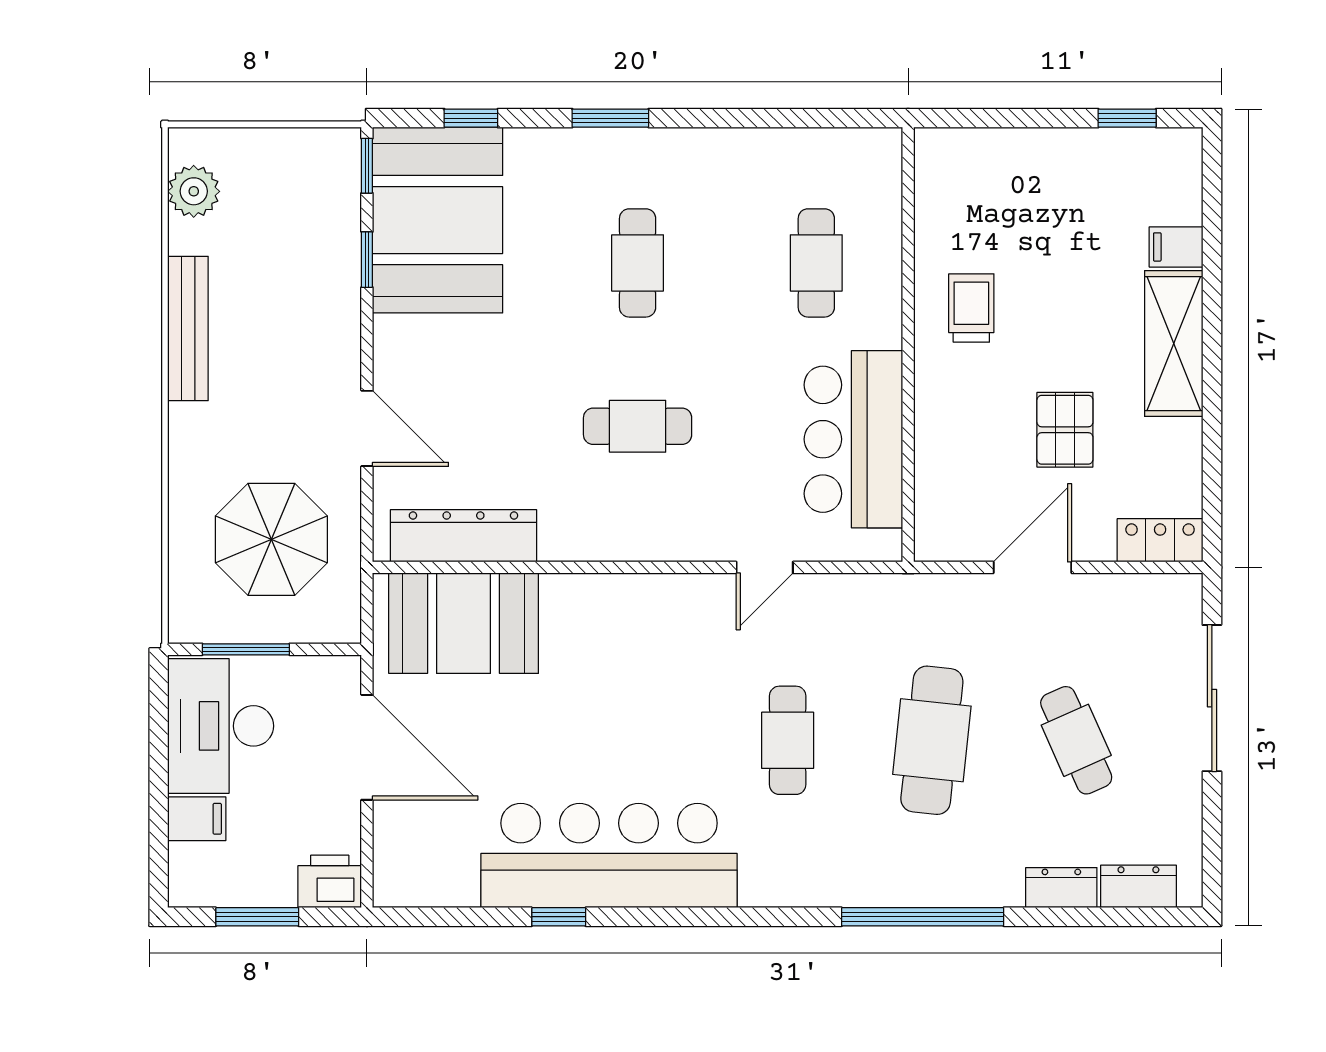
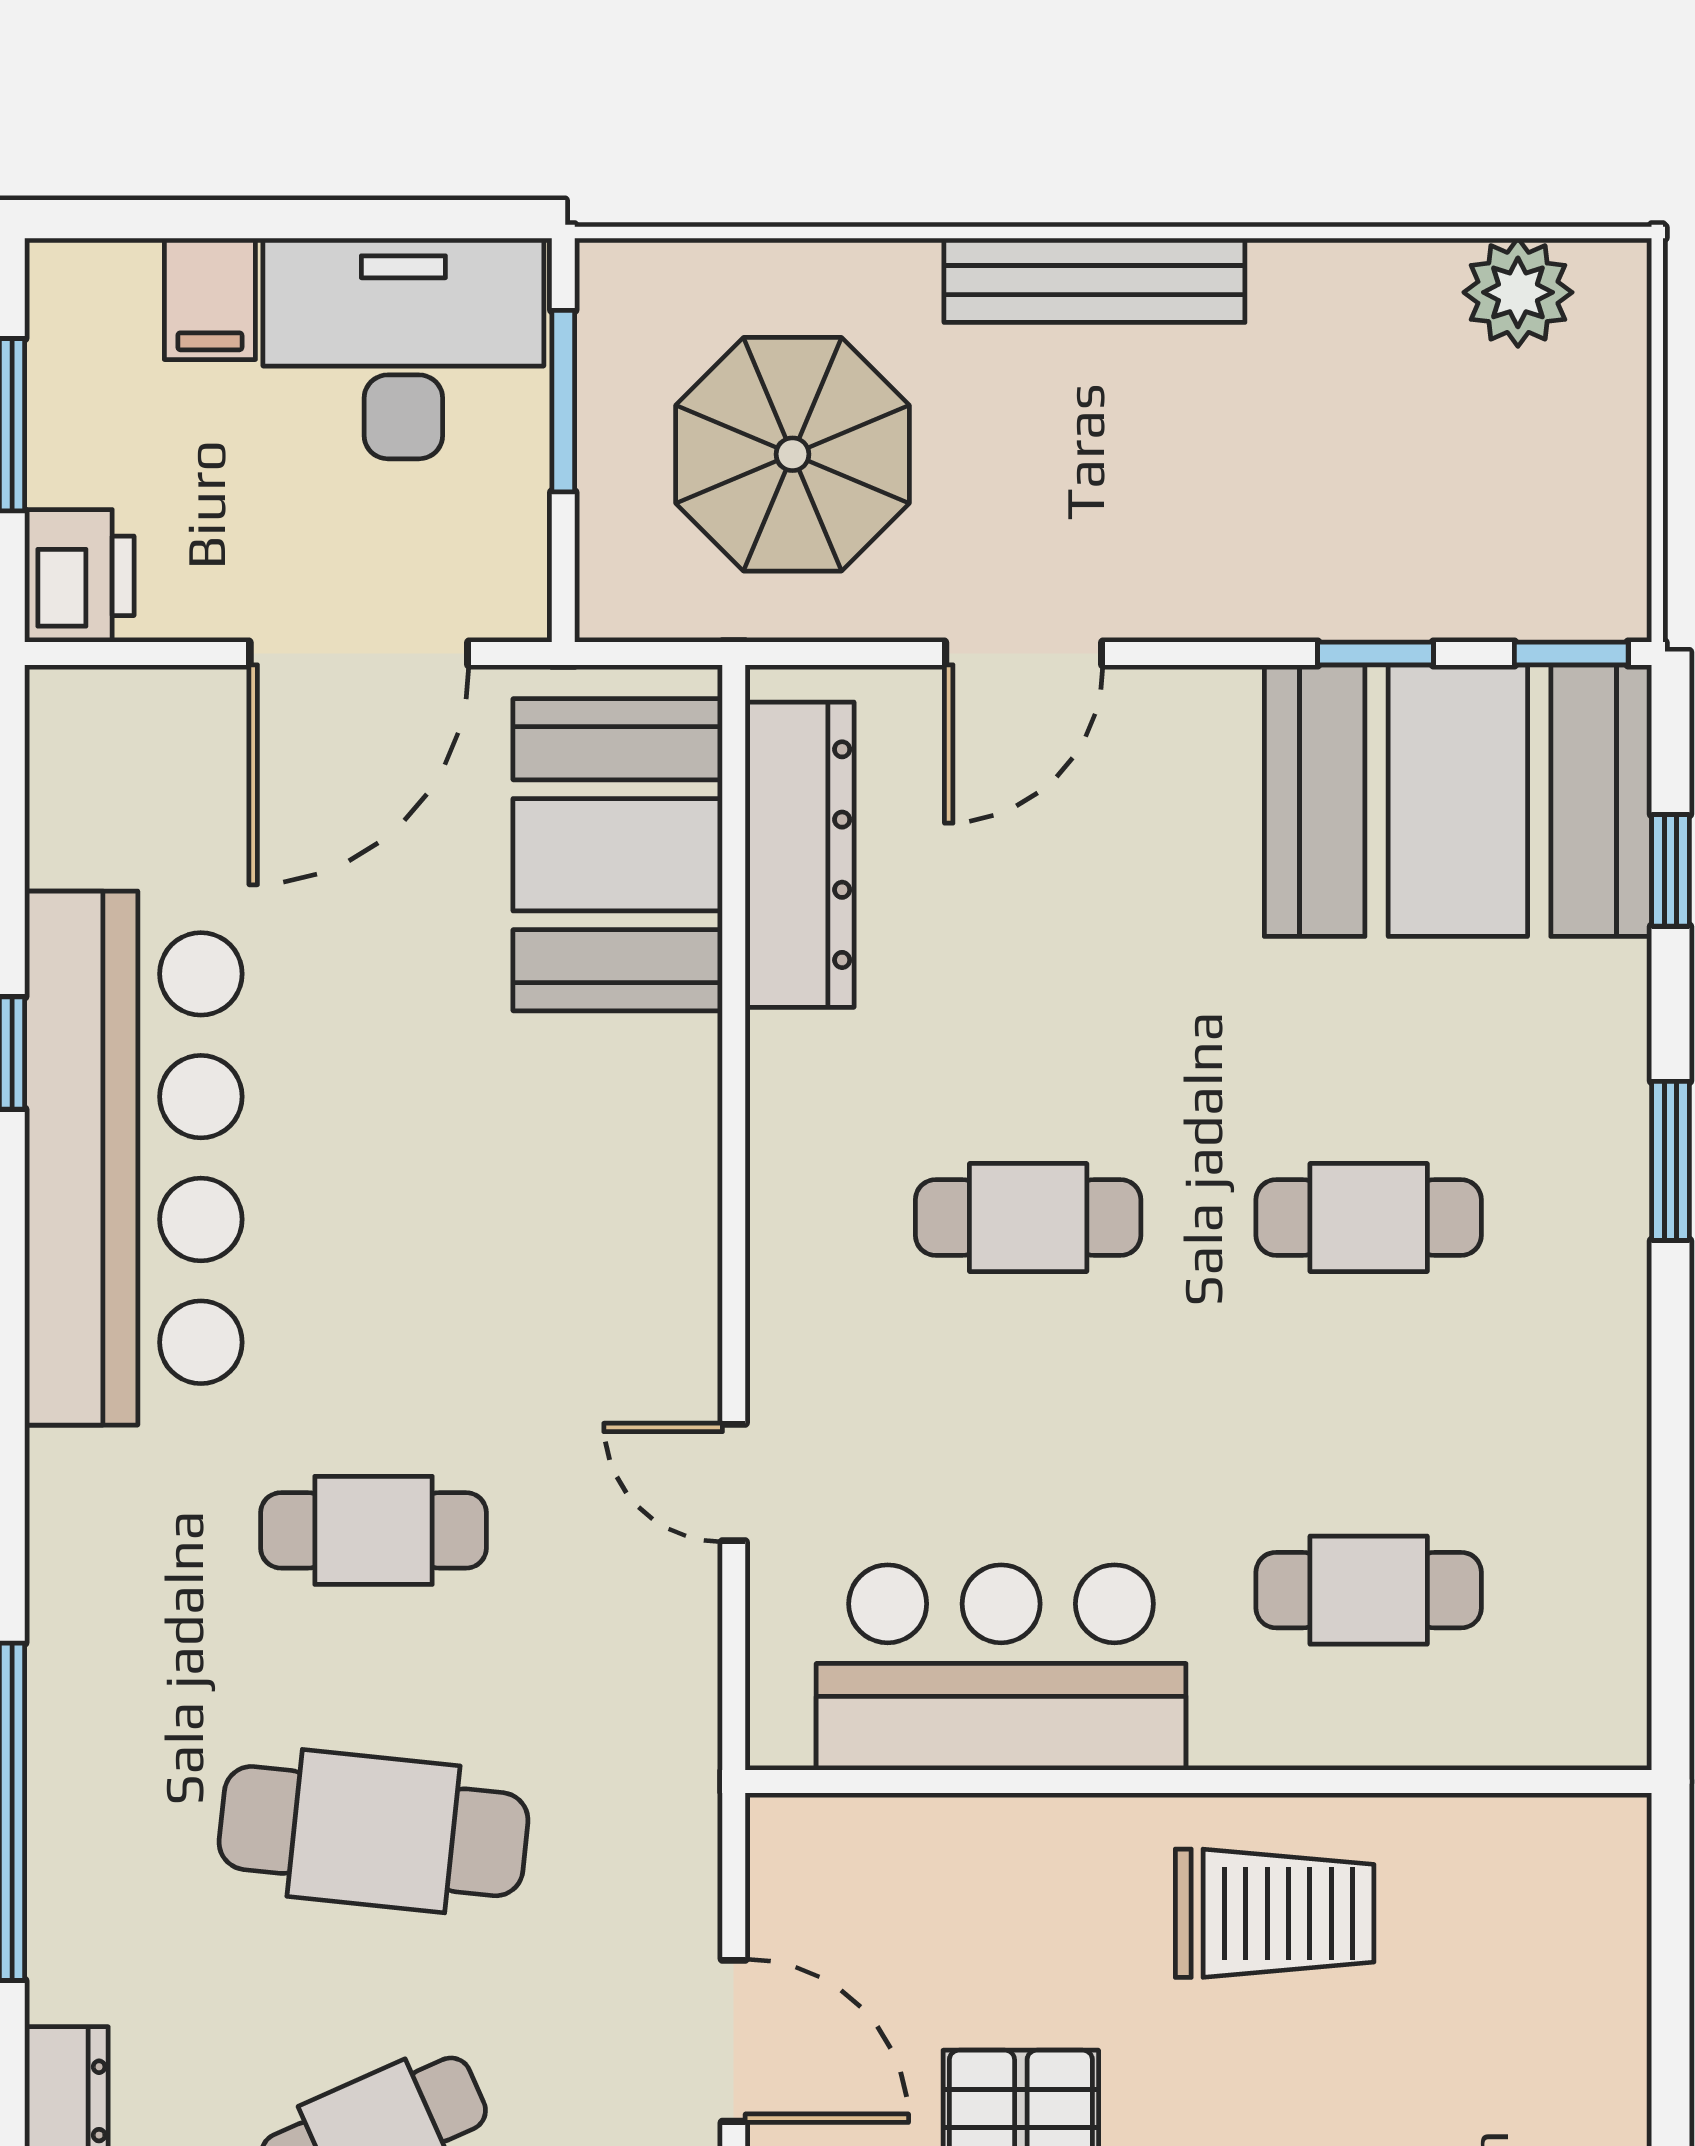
trolley: (971, 308) -> (1275, 1913), width x1.36, depth x1.39
bench: (188, 328) -> (1094, 280), moved
cafe table: (638, 426) -> (1028, 1218), turned 90

